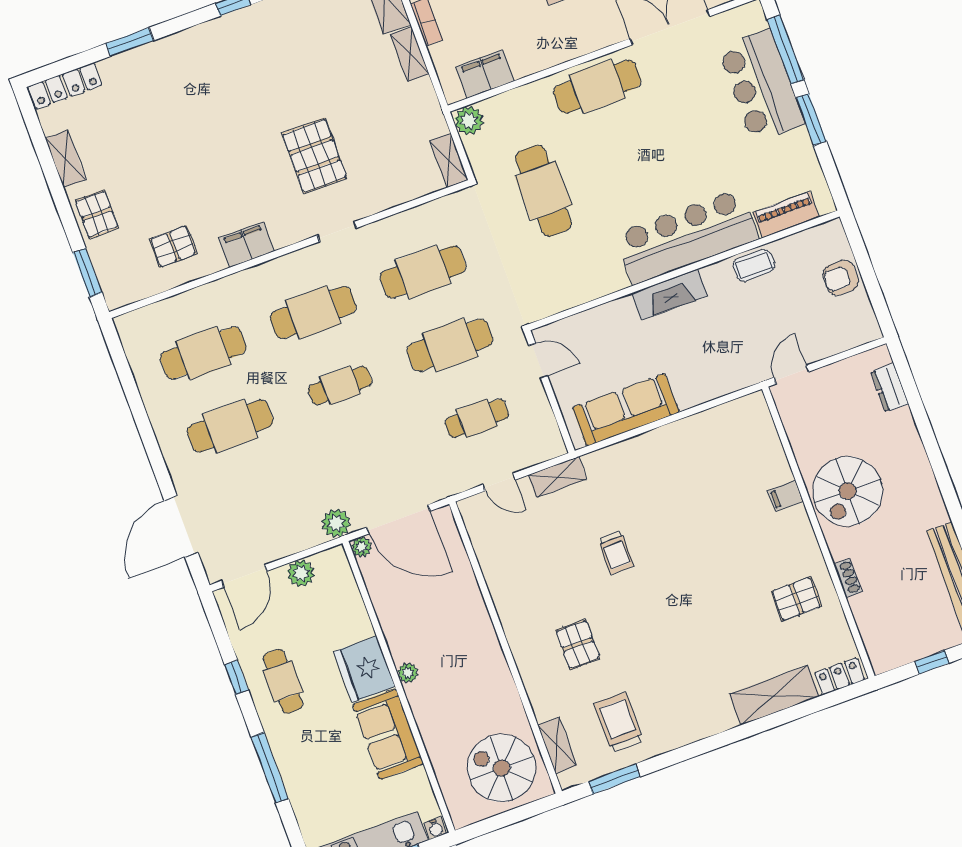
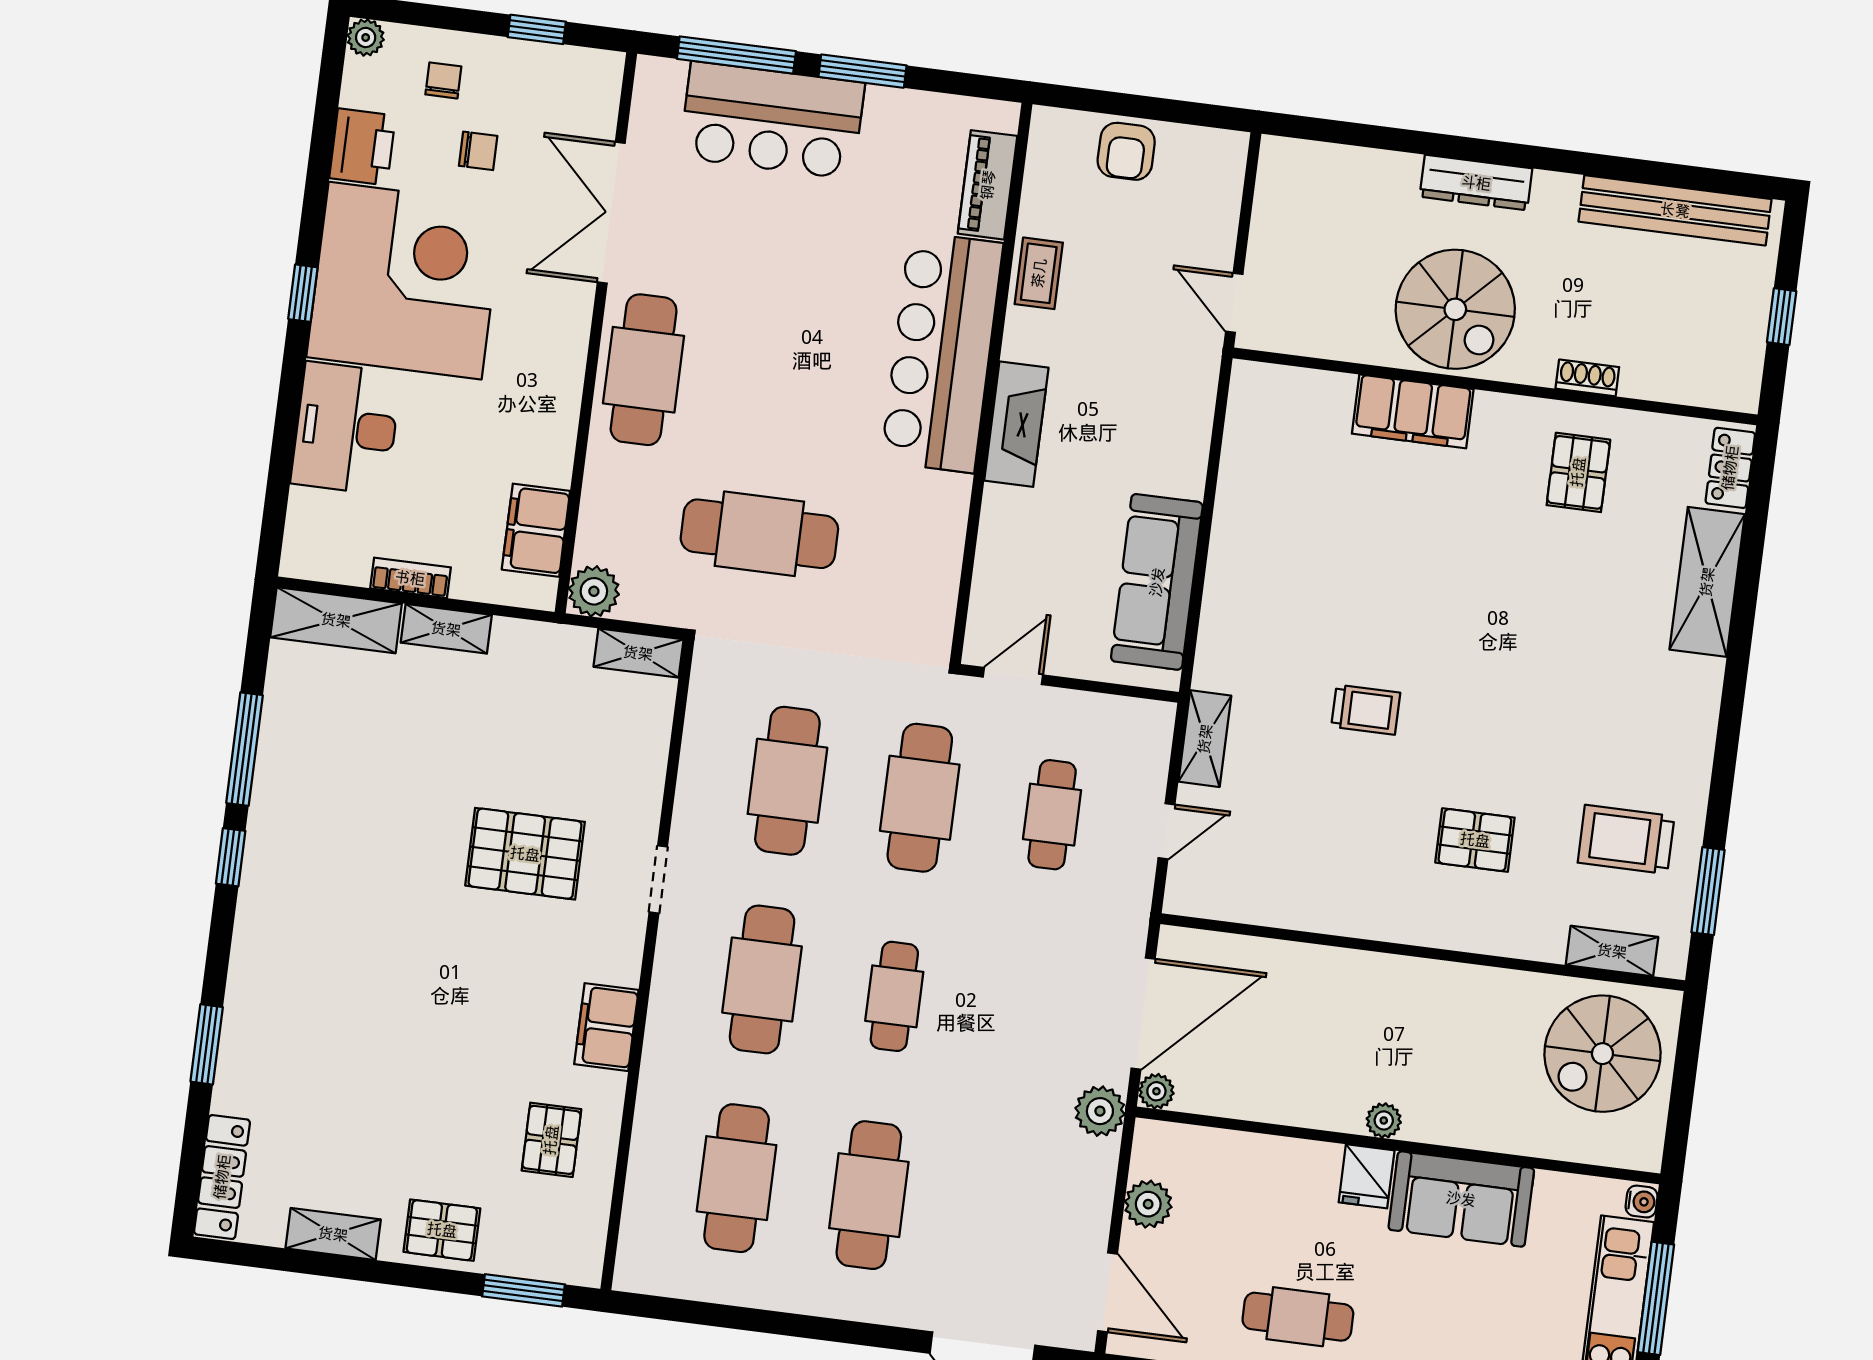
dresser: (890, 388) -> (1476, 183), moved, width x1.44
filing cabinet: (786, 496) -> (1413, 411), width x3.00, depth x1.17
fridge: (364, 669) -> (1367, 1176), width x0.53, depth x0.75

